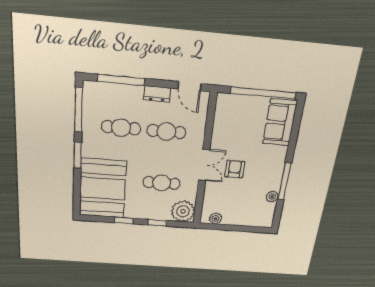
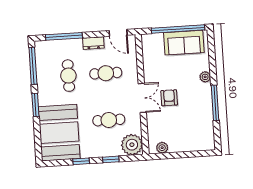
sofa: (280, 123) -> (184, 43), moved, turned -90
cafe table: (121, 128) -> (68, 76), turned 90
plant: (272, 197) -> (205, 77), moved

